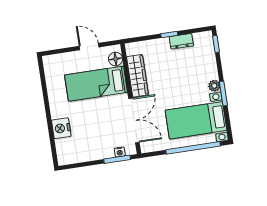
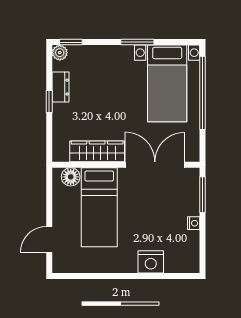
door: (89, 47) -> (49, 240), moved
plant: (214, 86) -> (60, 53), moved
nightstand: (120, 152) -> (194, 223), moved

